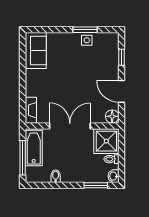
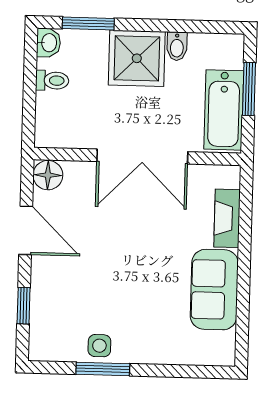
sofa: (36, 51) -> (214, 290), moved
fireplace: (31, 110) -> (227, 218), moved
shower: (106, 141) -> (137, 58), moved
window: (23, 158) -> (249, 89), width x0.69

